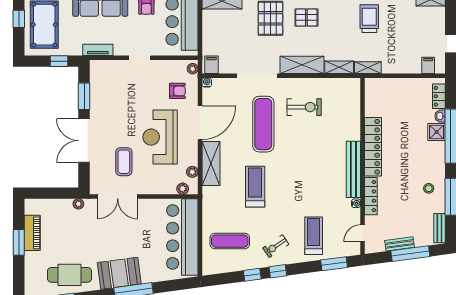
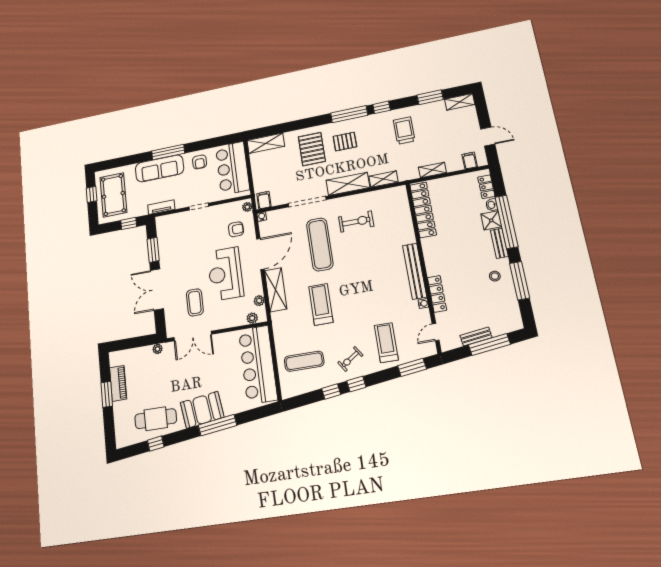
shelving: (368, 68) -> (432, 170), moved
locker: (373, 147) -> (423, 210), moved
bench: (439, 228) -> (499, 243), moved

